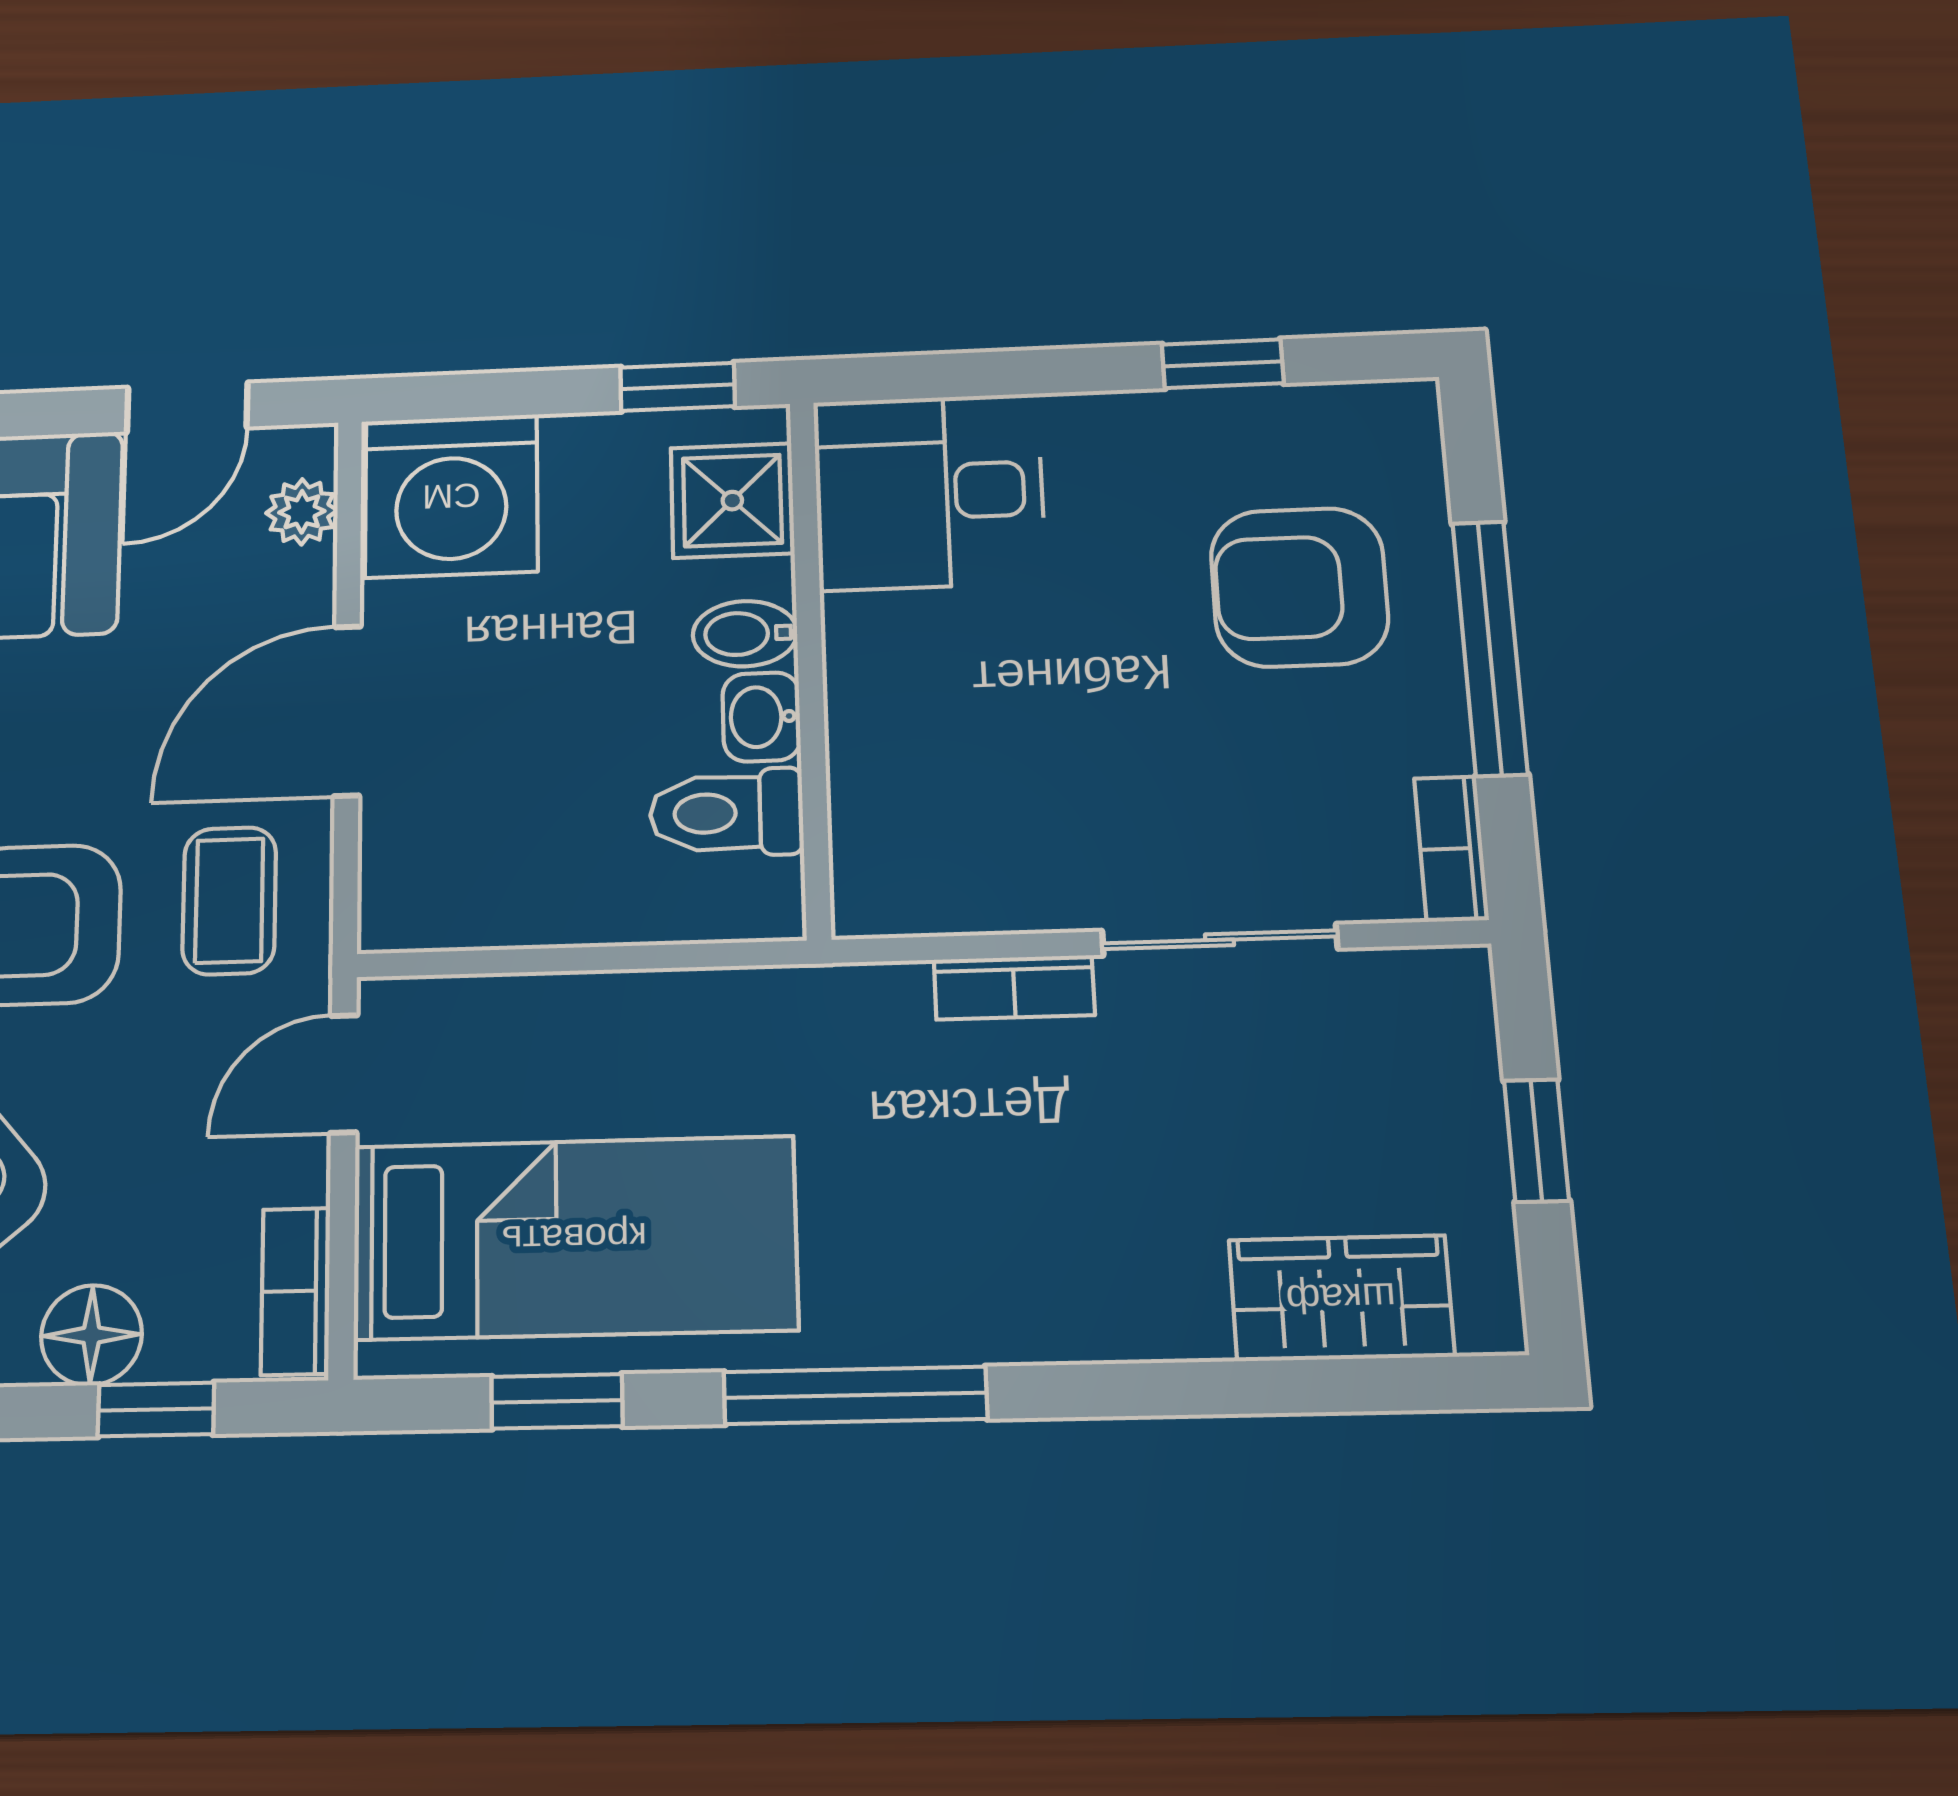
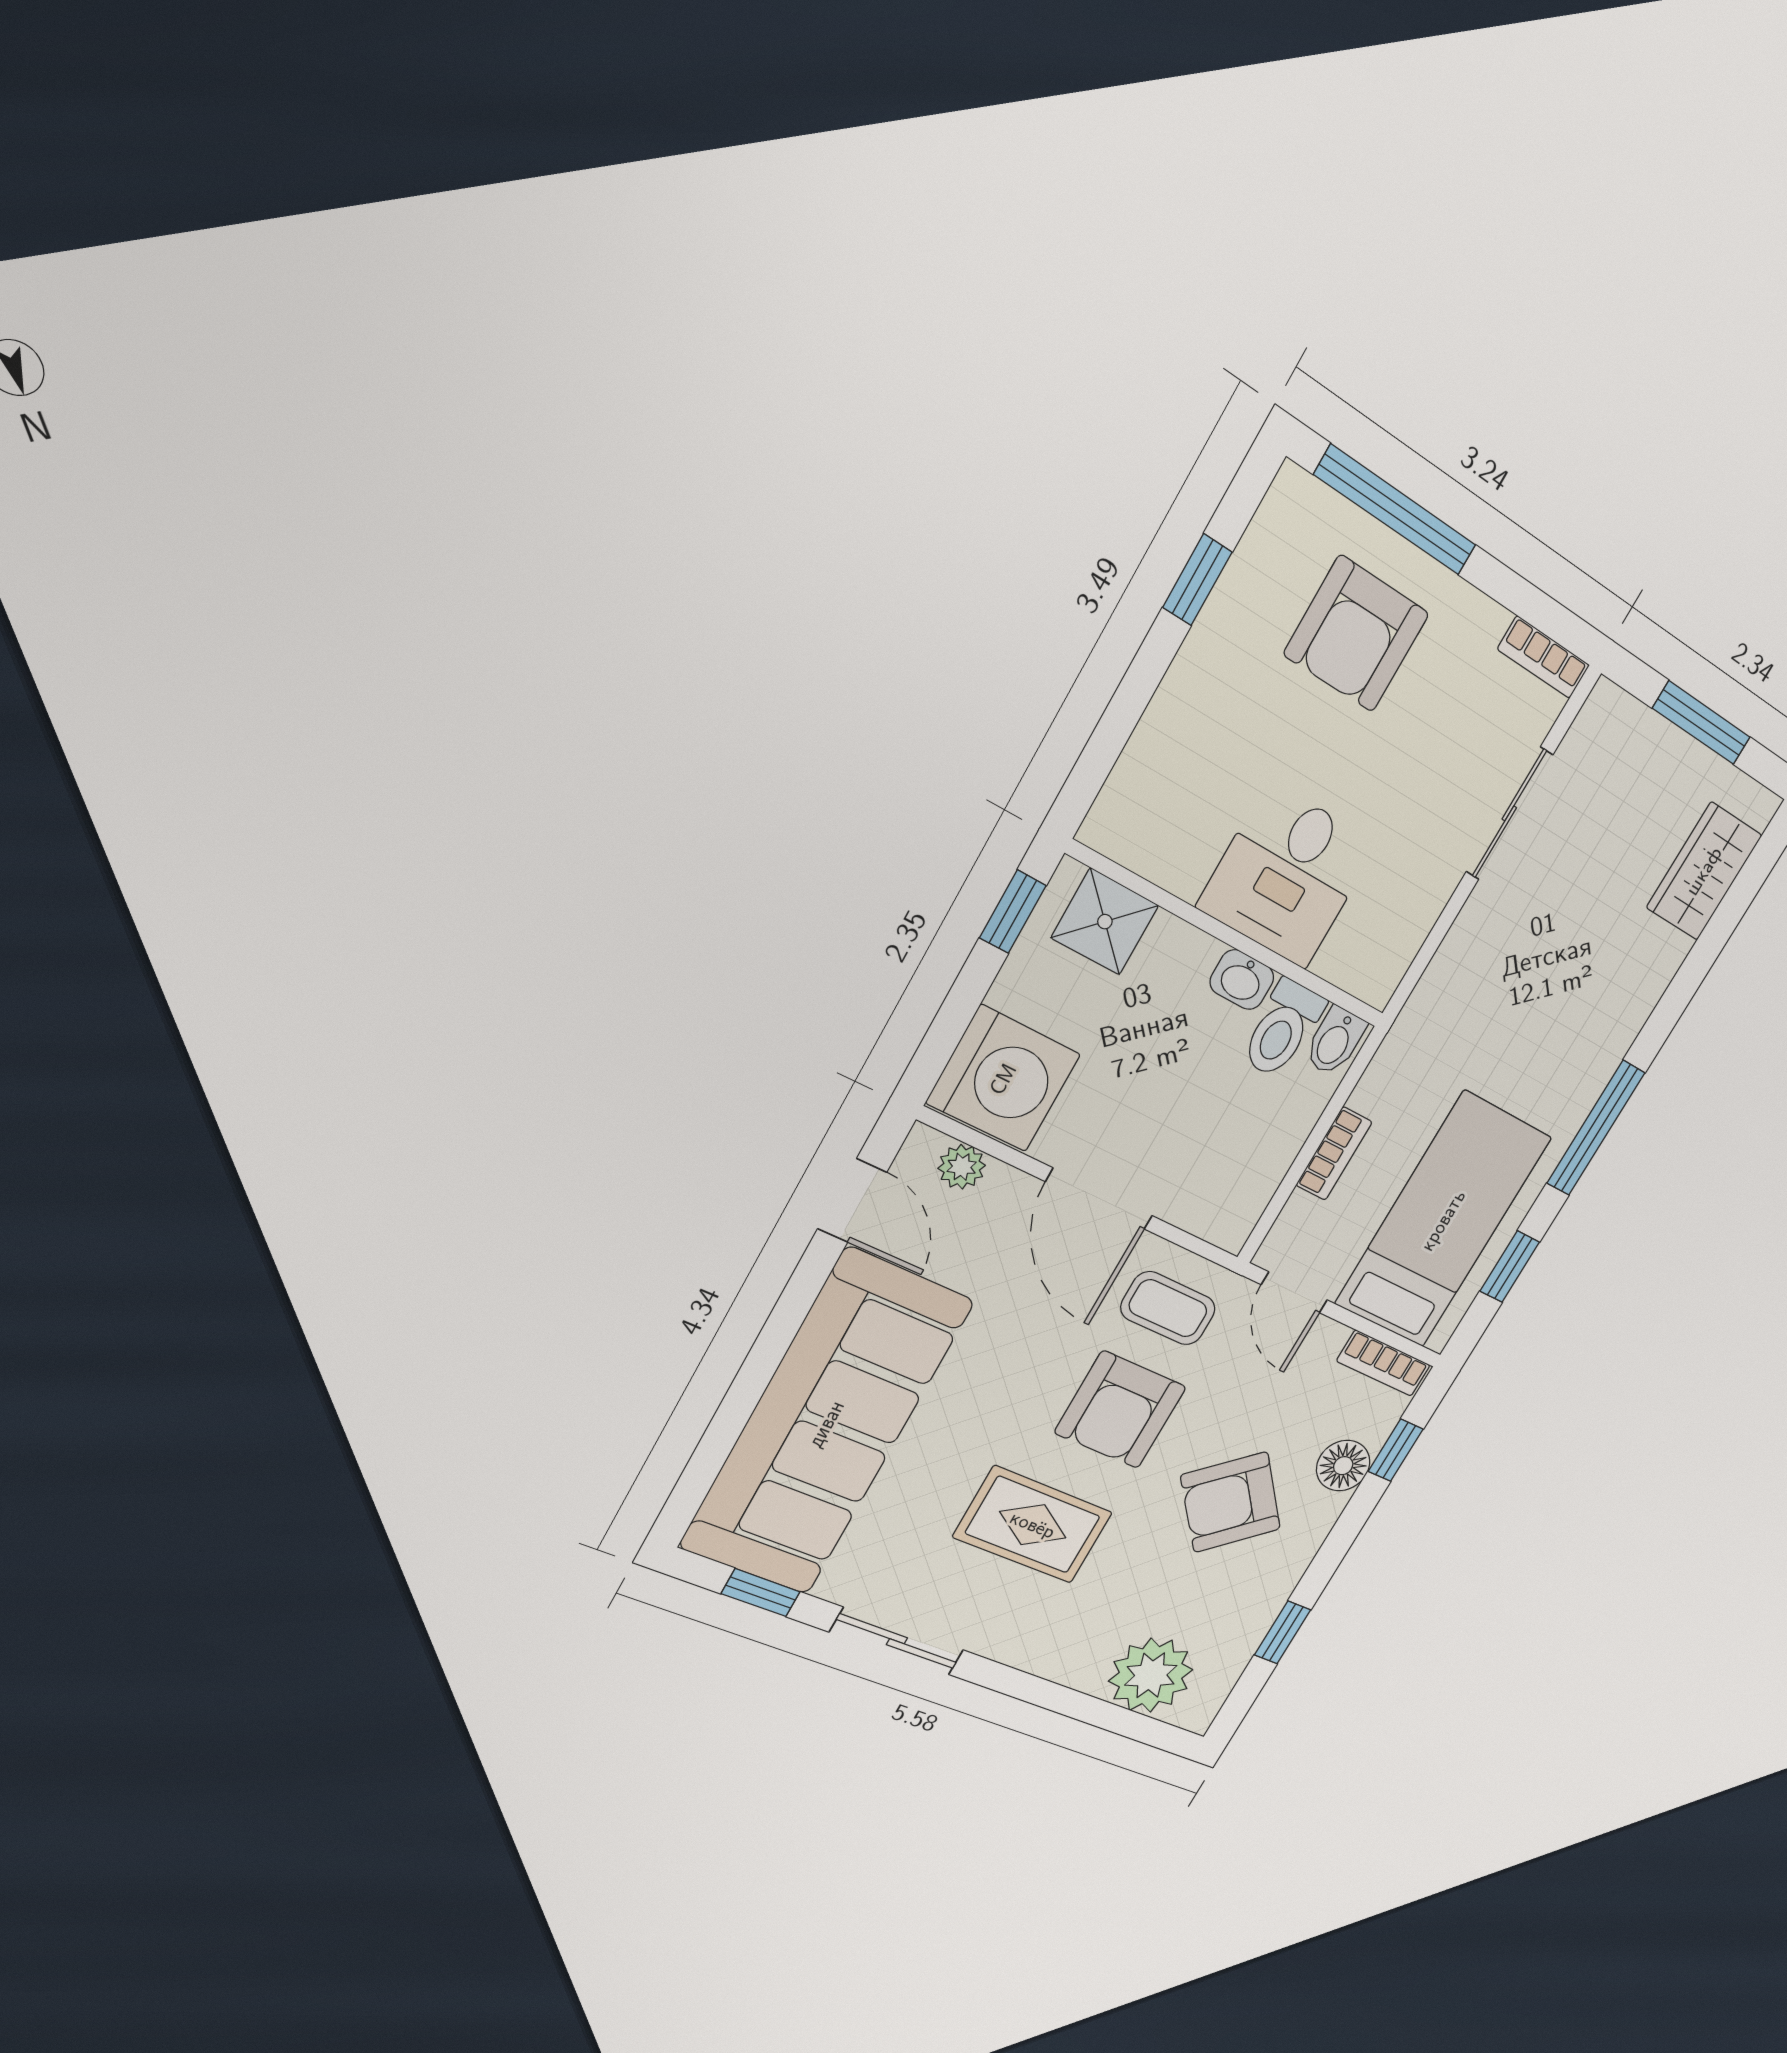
desk: (929, 492) -> (1287, 875), moved
bidet: (745, 634) -> (1335, 1041), moved
window: (1490, 648) -> (1396, 510), moved
bookcase: (1014, 987) -> (1334, 1154), moved
window: (1536, 1141) -> (1701, 723), width x1.50

